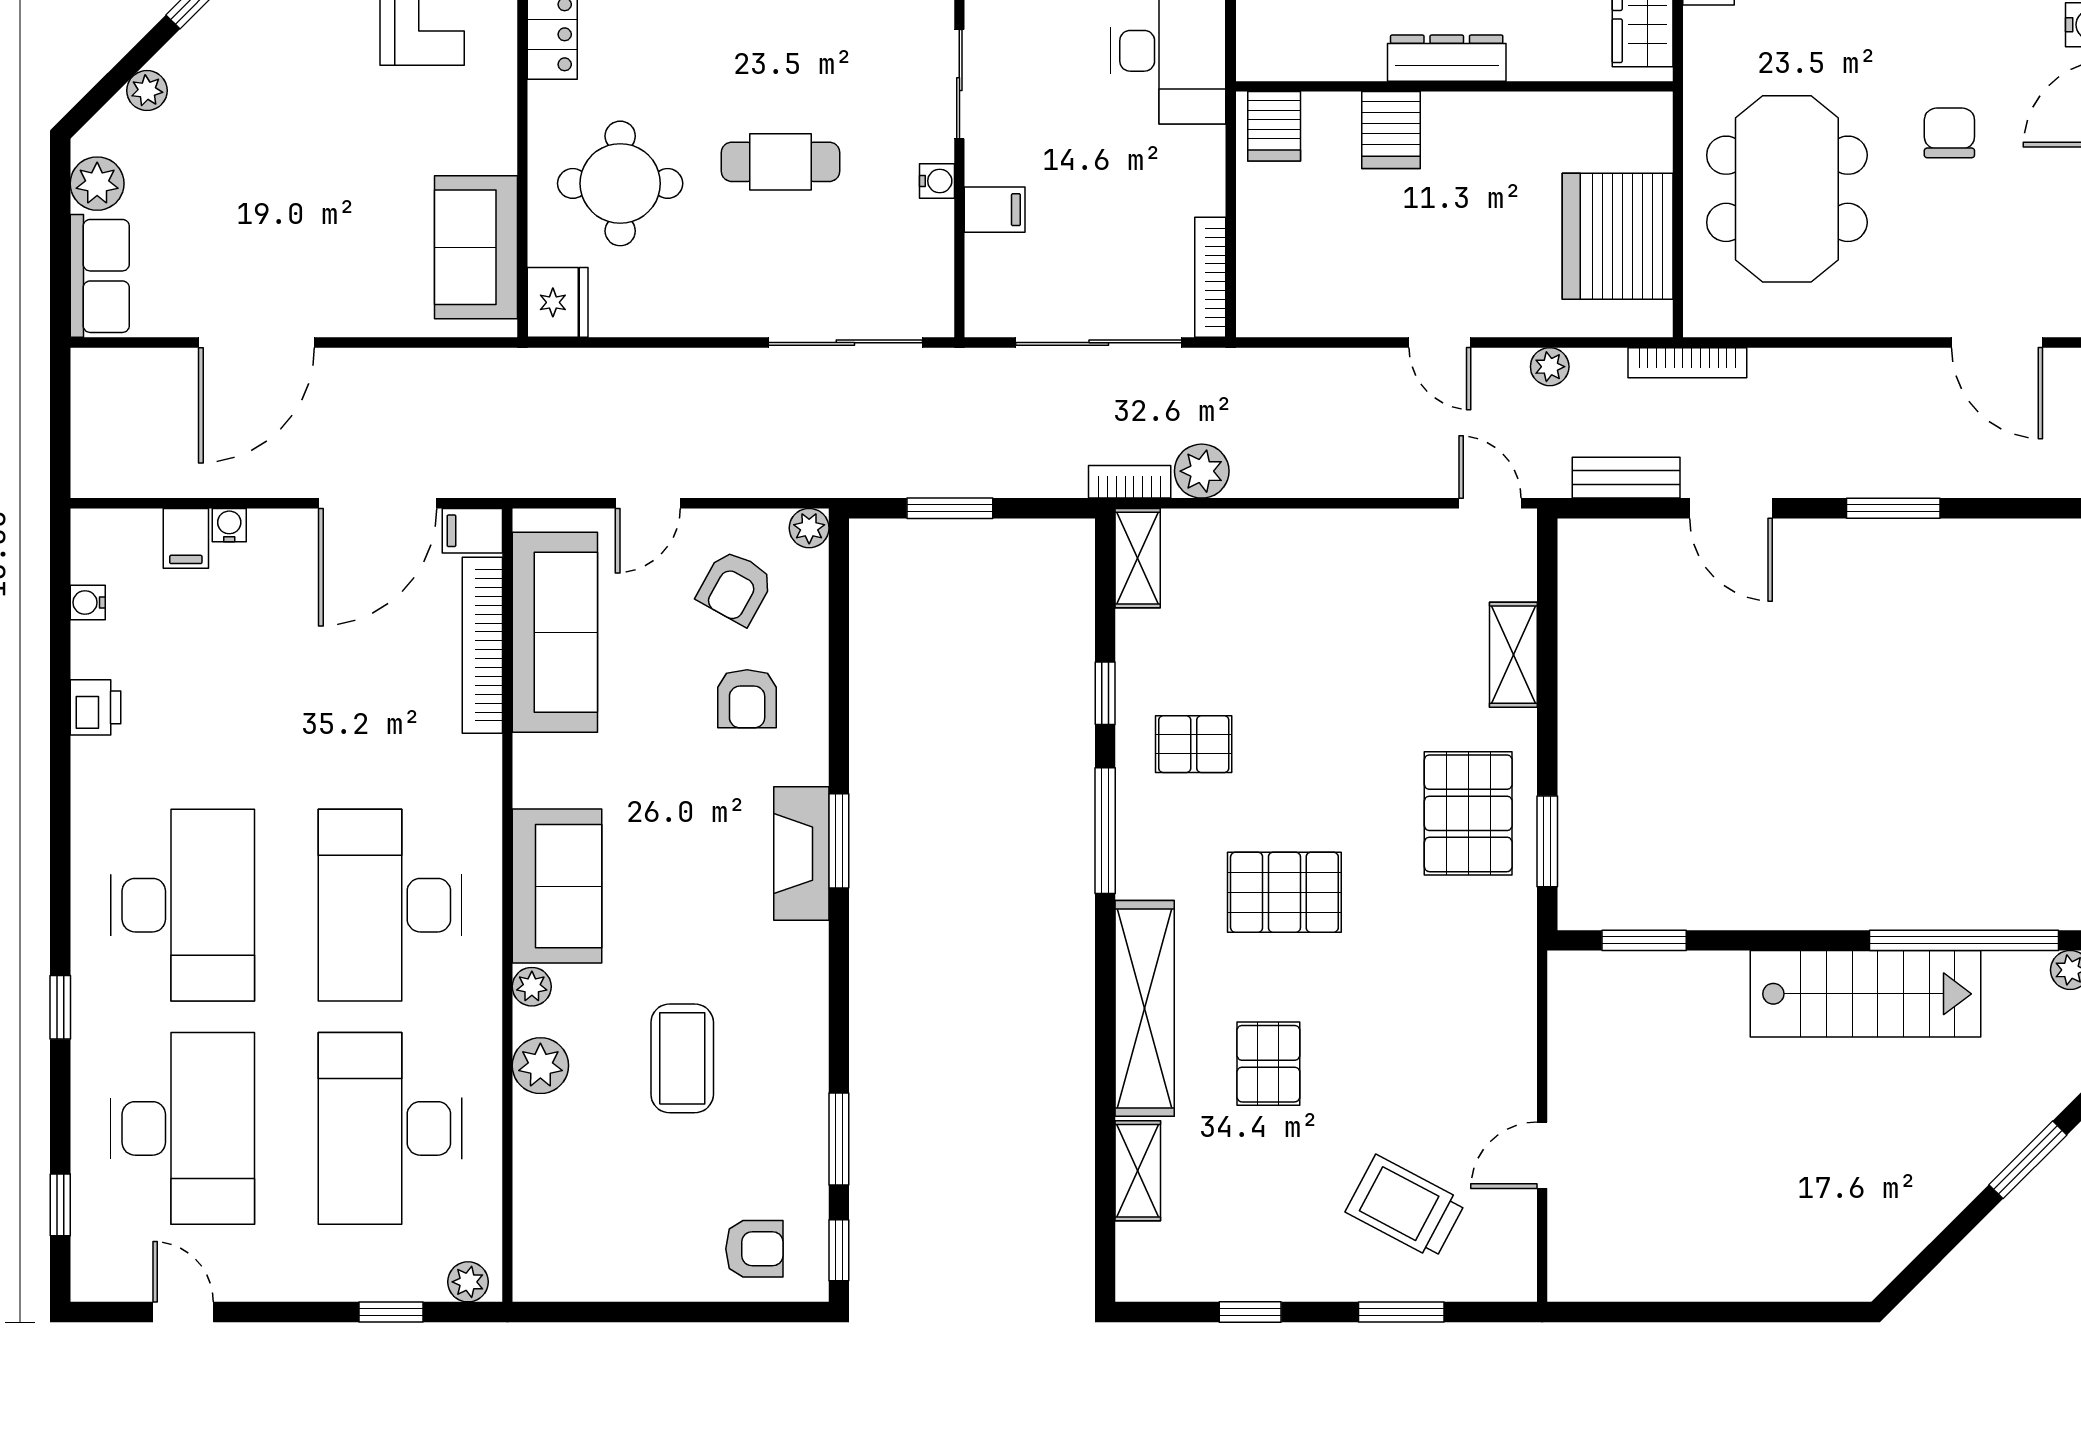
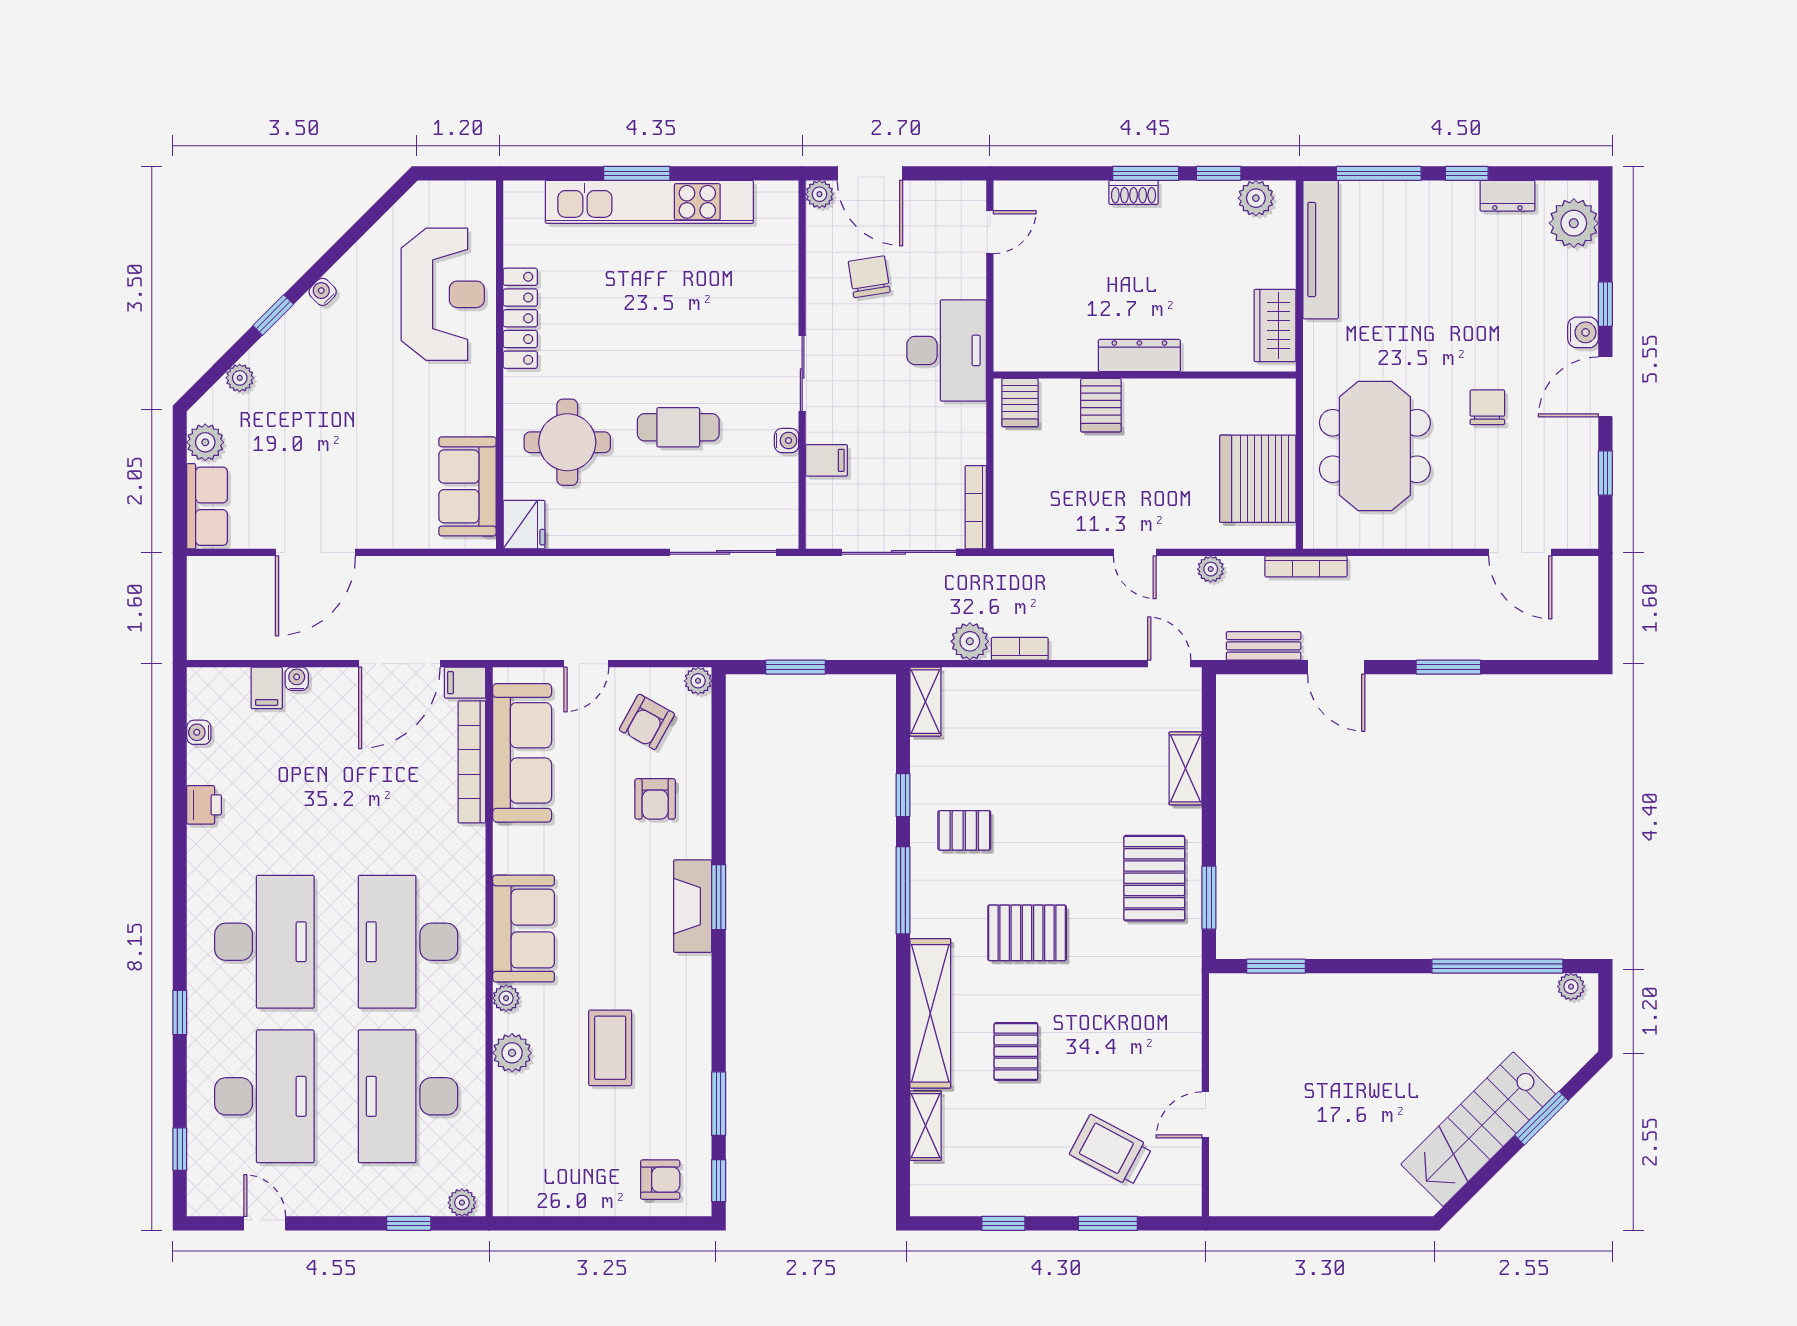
bookcase: (1130, 482) -> (1020, 649), moved
stairs: (1865, 994) -> (1478, 1129), moved, turned 135

